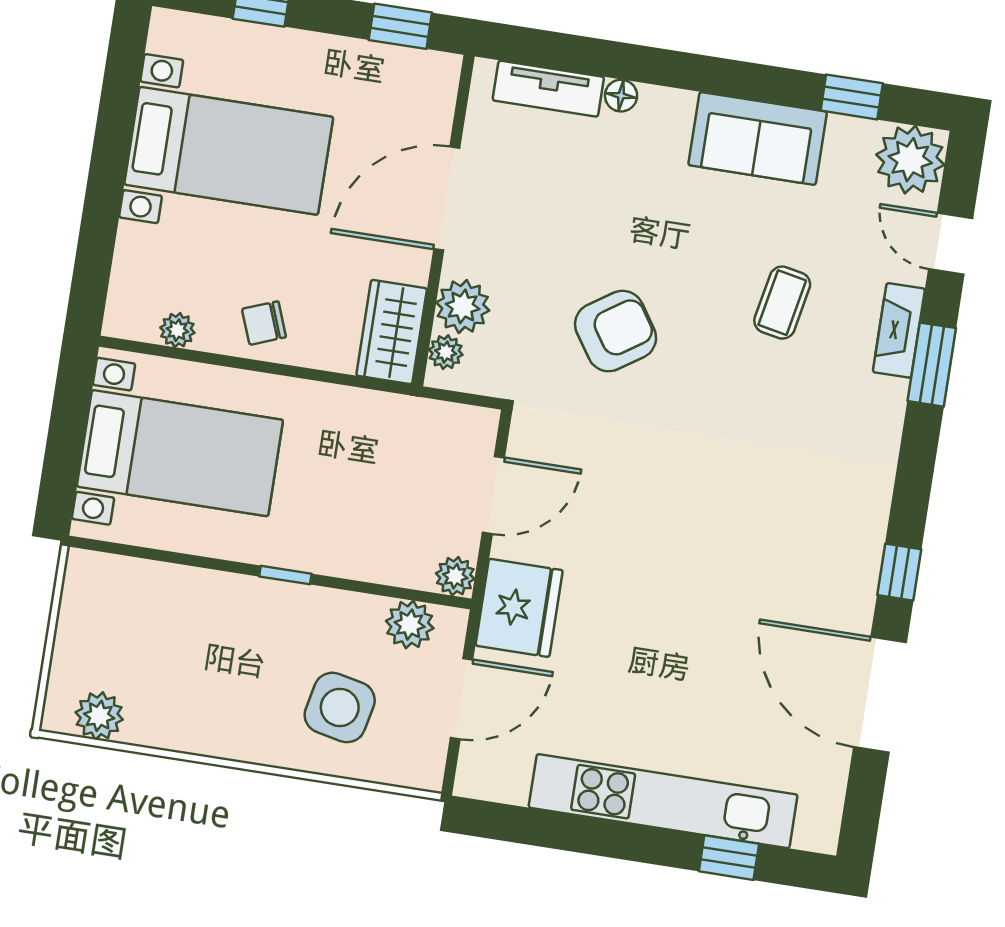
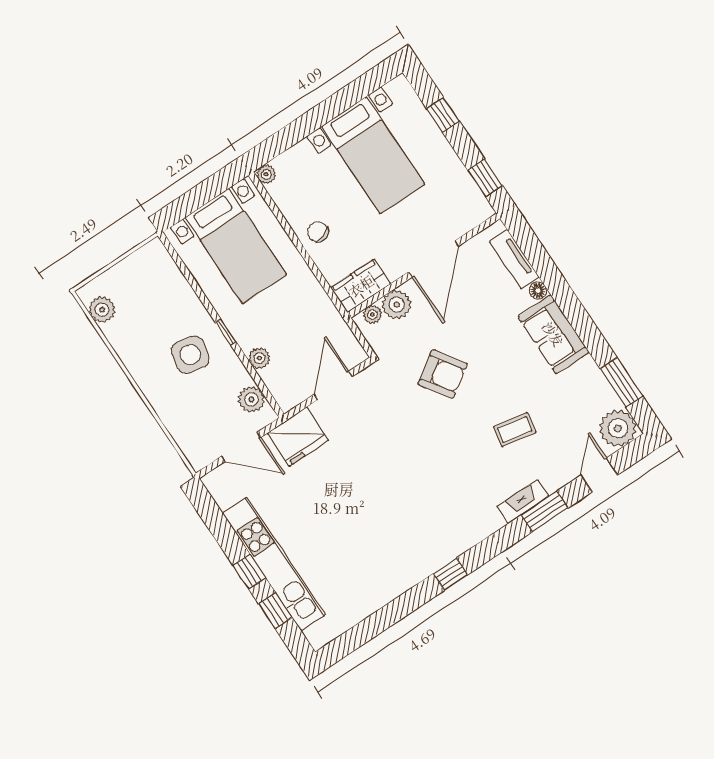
window: (852, 97) -> (621, 382), width x1.50
sofa: (758, 138) -> (553, 334), moved
door: (447, 199) -> (434, 259), swing flipped
plant: (177, 330) -> (266, 174), moved
fireplace: (899, 330) -> (523, 501), moved
door: (493, 495) -> (333, 385), swing flipped
plant: (455, 576) -> (259, 358), moved
door: (880, 695) -> (395, 611), removed
side table: (340, 707) -> (190, 355), moved
window: (642, 844) -> (249, 572), added

